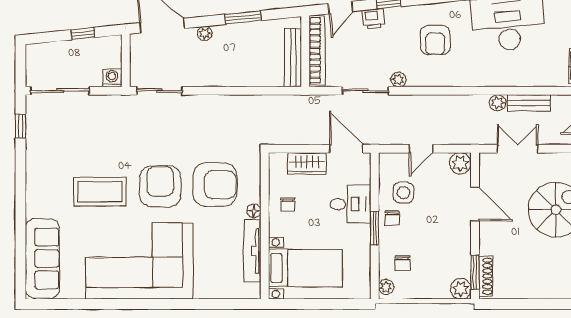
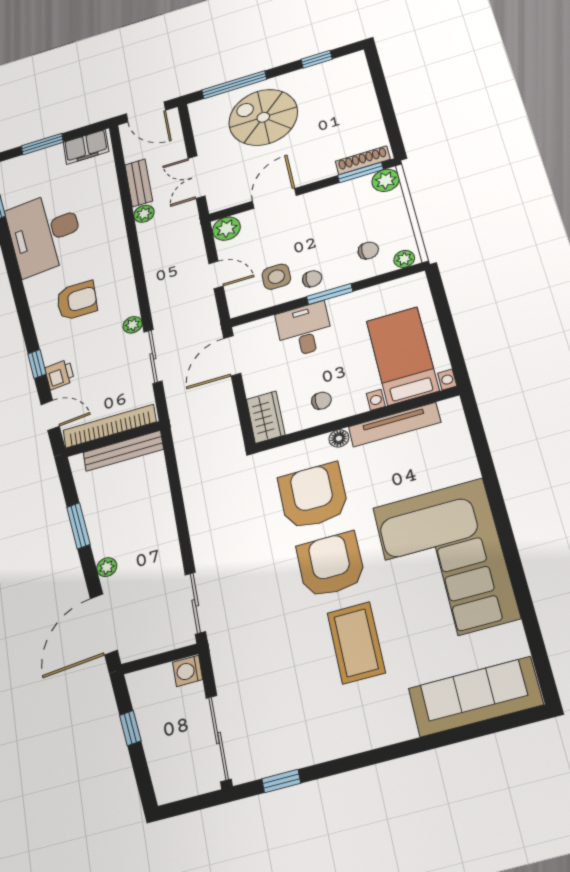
wardrobe: (307, 164) -> (266, 417), moved
armchair: (160, 186) -> (331, 565), turned 90

